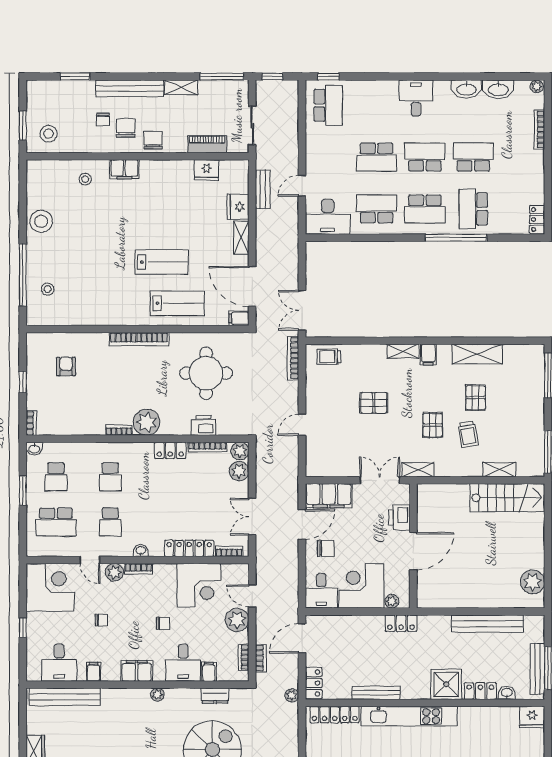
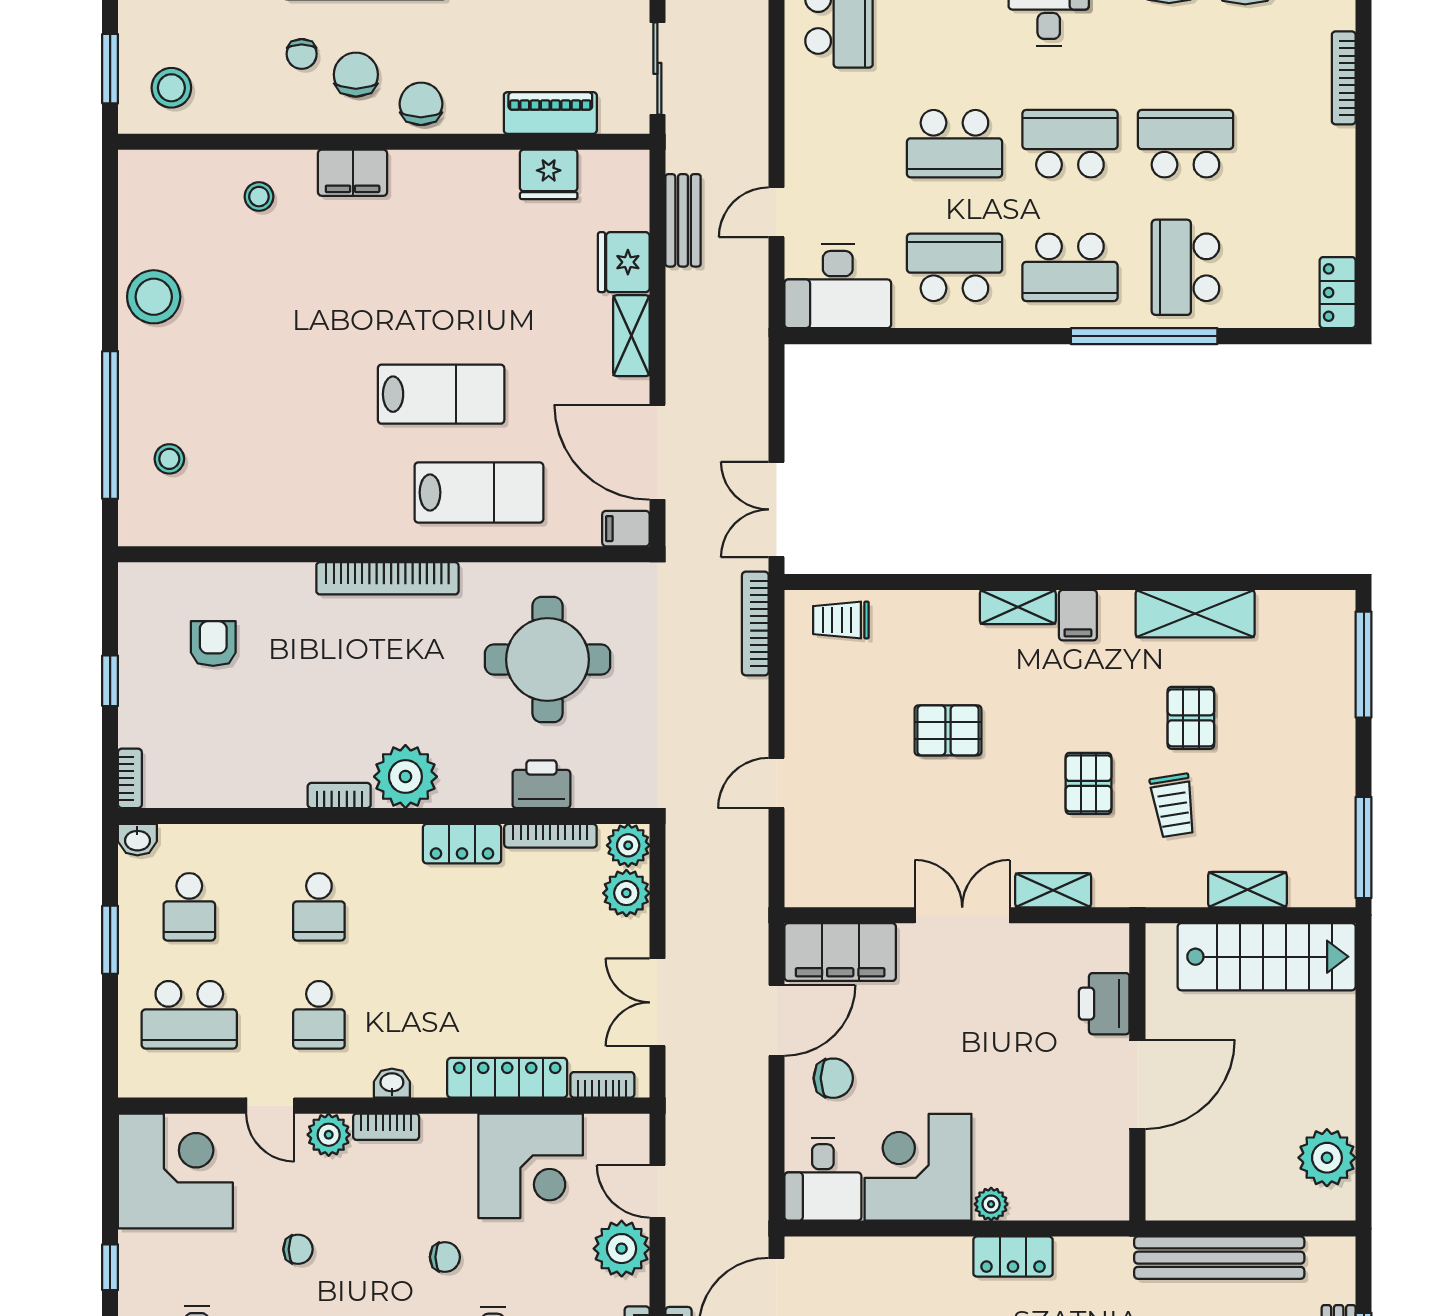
printer: (399, 517) -> (1104, 1004), moved
wall: (413, 546) -> (1137, 1072), moved
door: (413, 551) -> (1137, 1084), moved

